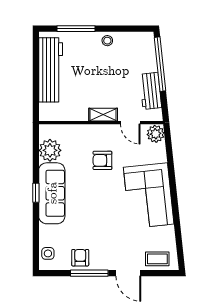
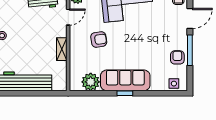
shelving: (103, 115) -> (62, 49), moved
armchair: (102, 160) -> (99, 39), turned -98
armchair: (80, 258) -> (177, 57), turned 90

